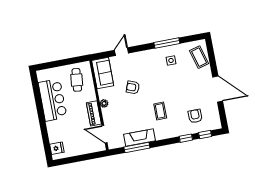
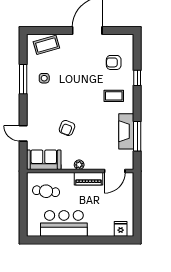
coffee table: (160, 111) -> (114, 96), moved
window: (205, 135) -> (137, 55), removed

